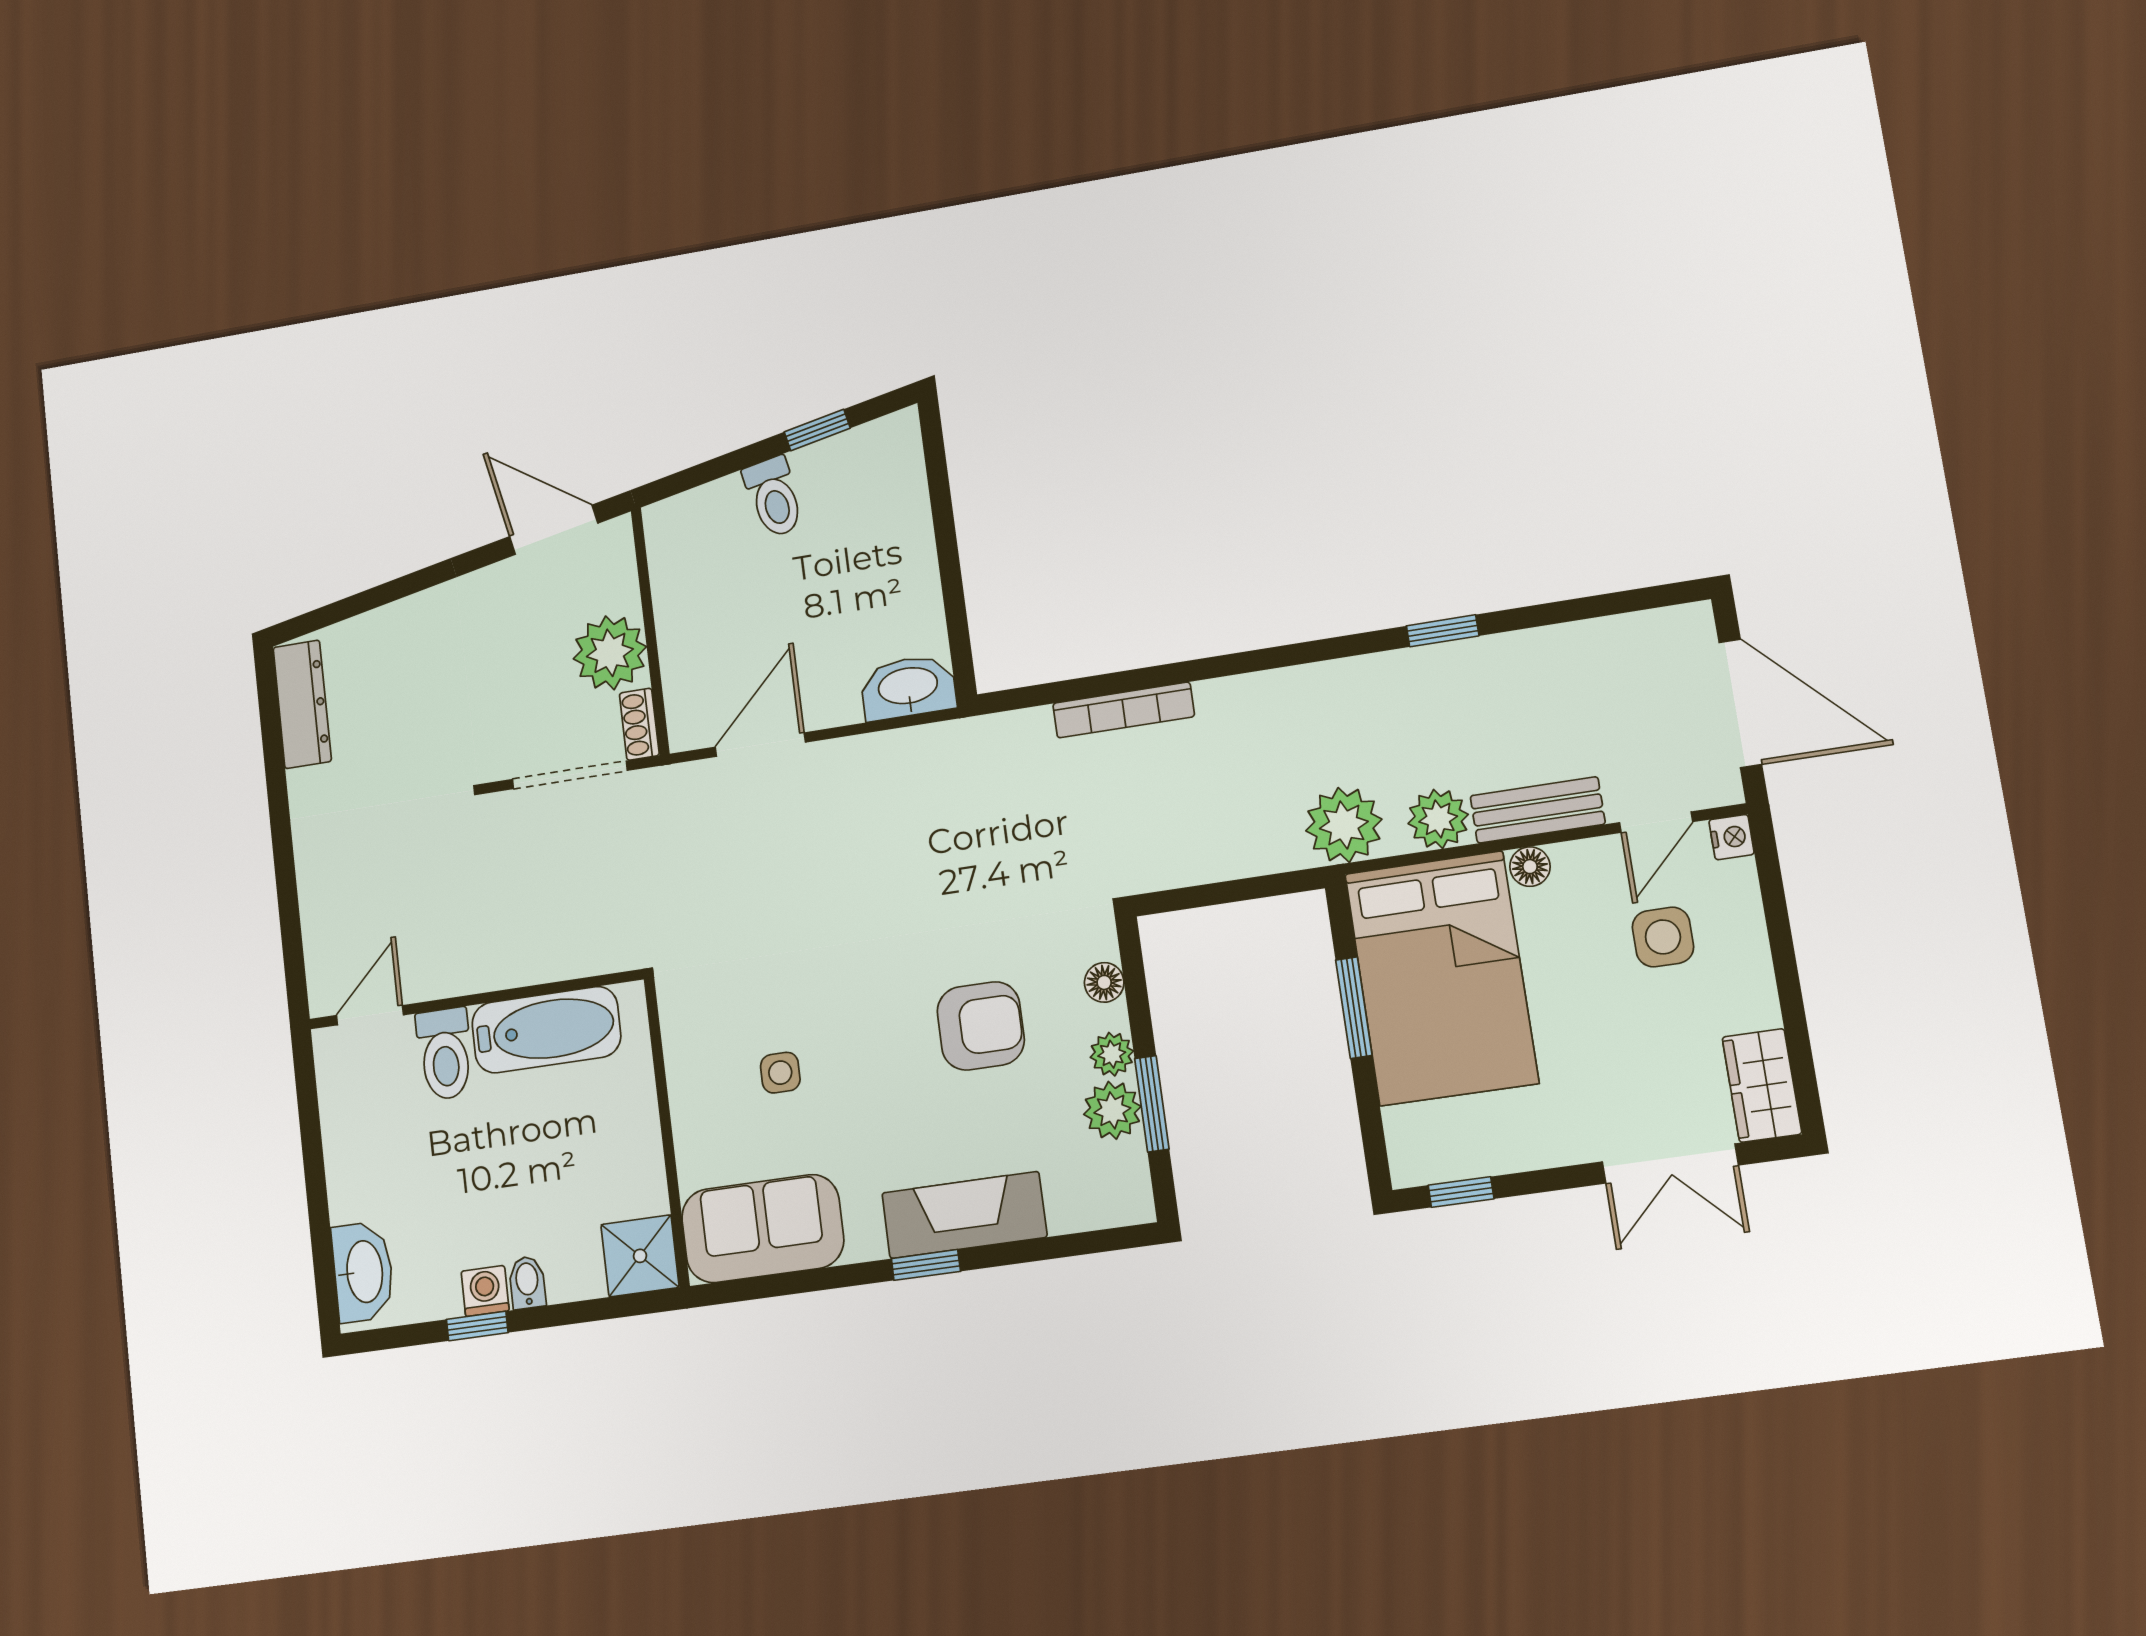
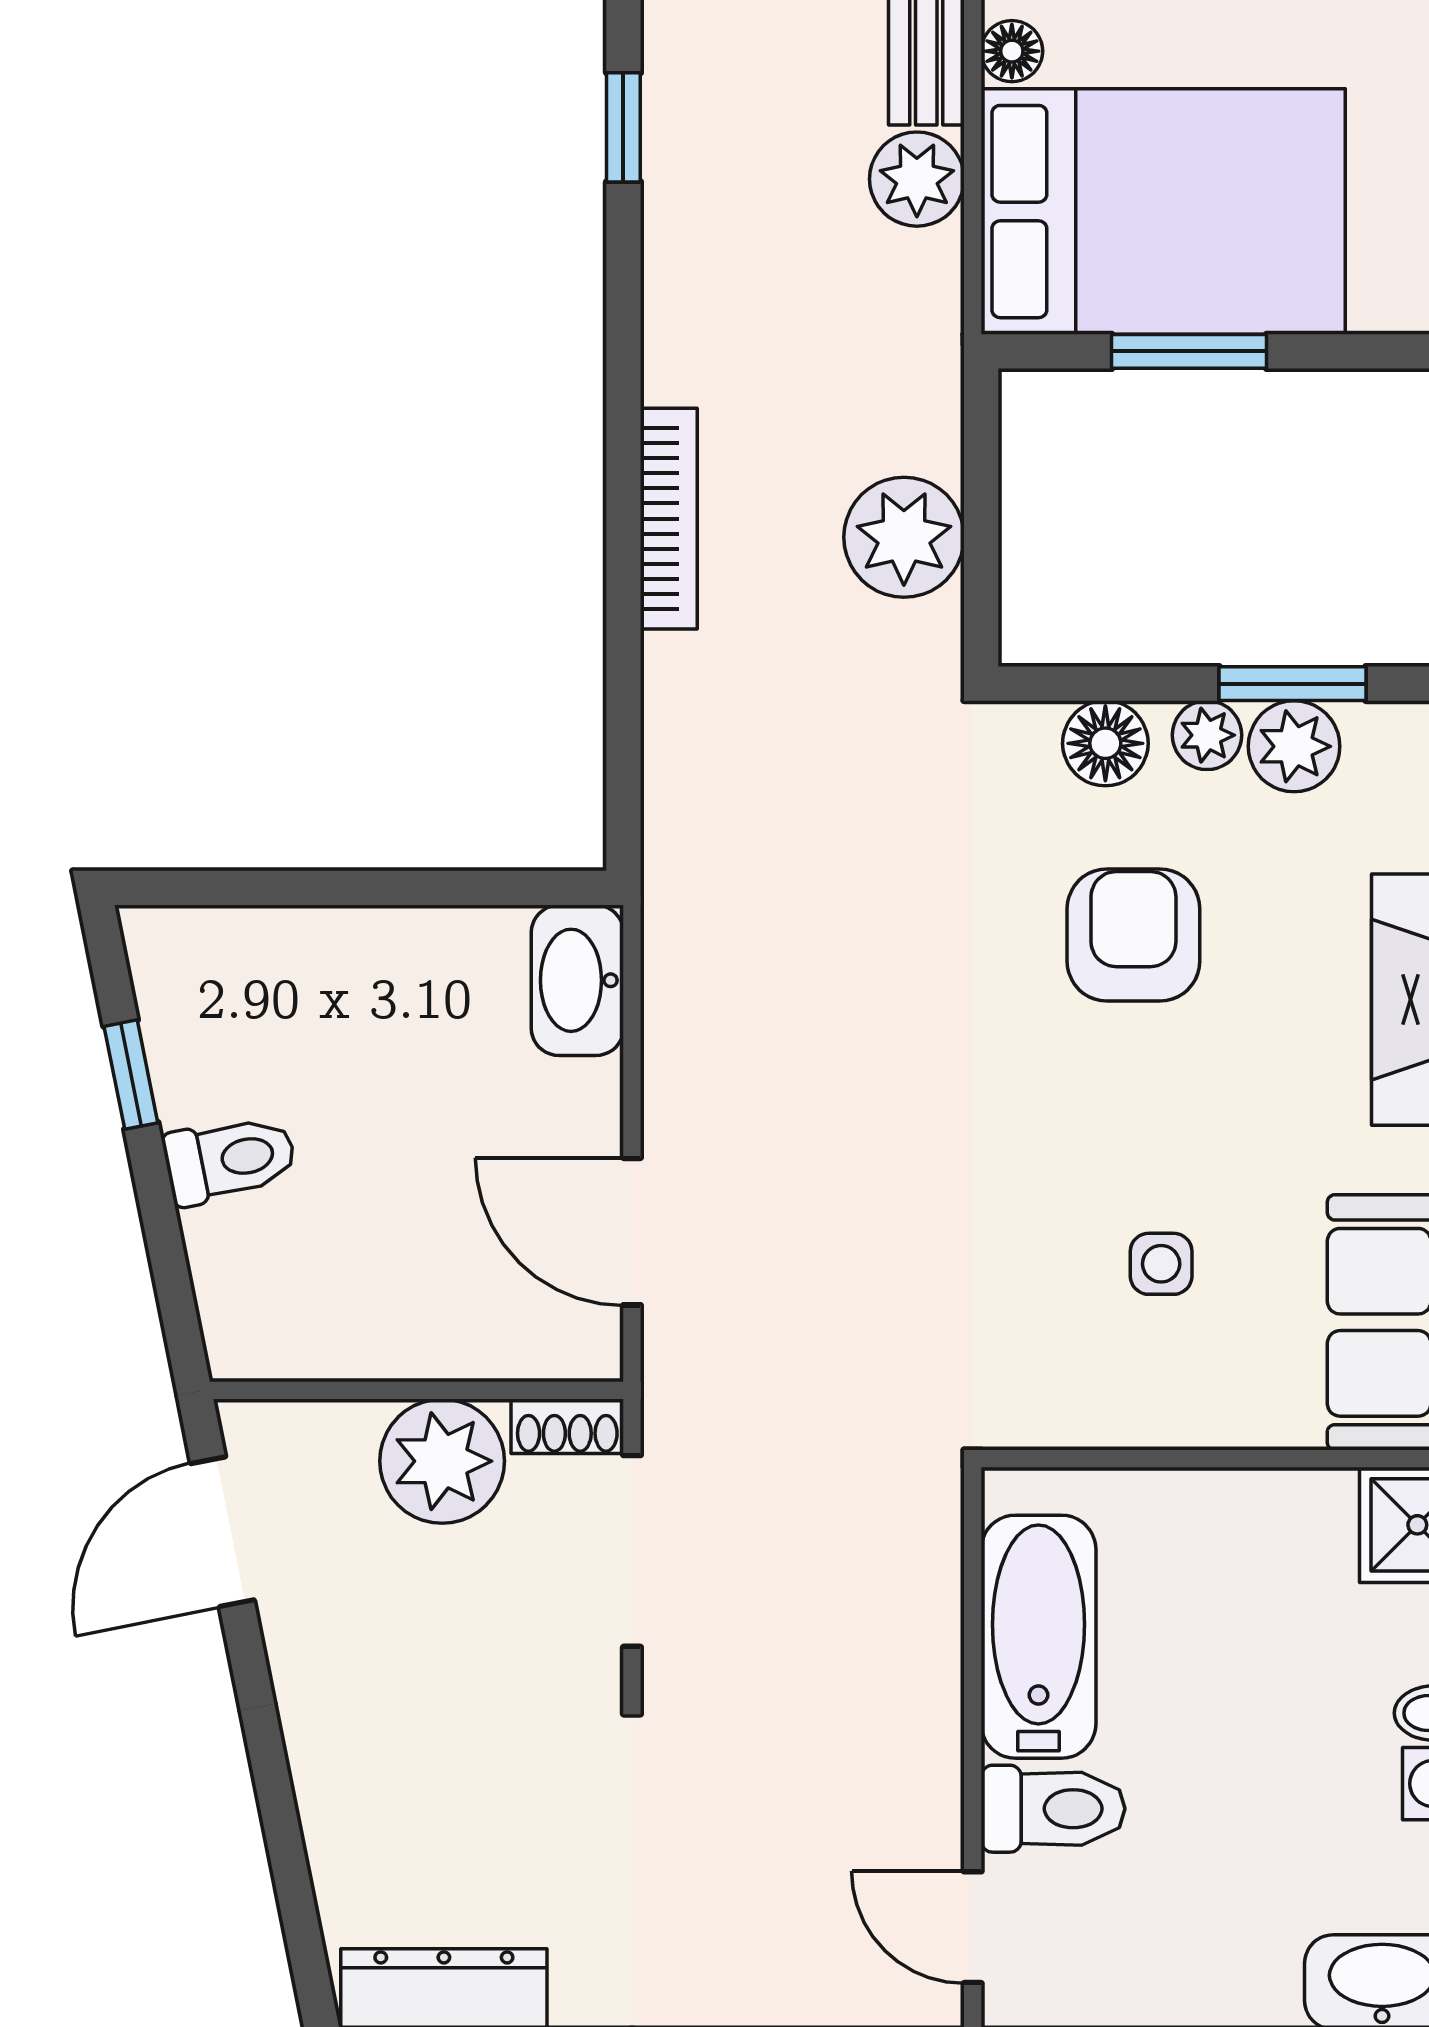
bookcase: (1124, 710) -> (669, 519), moved
plant: (1344, 825) -> (904, 537), moved
floor lamp: (1104, 982) -> (1105, 743), width x1.37, depth x1.37

